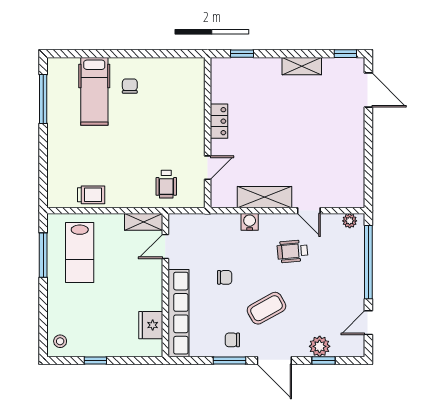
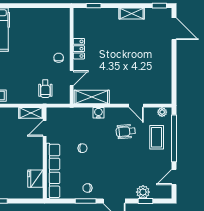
chair: (130, 86) -> (59, 58), moved
shelving: (264, 197) -> (92, 97), moved
coffee table: (267, 308) -> (157, 137), moved, turned -61

